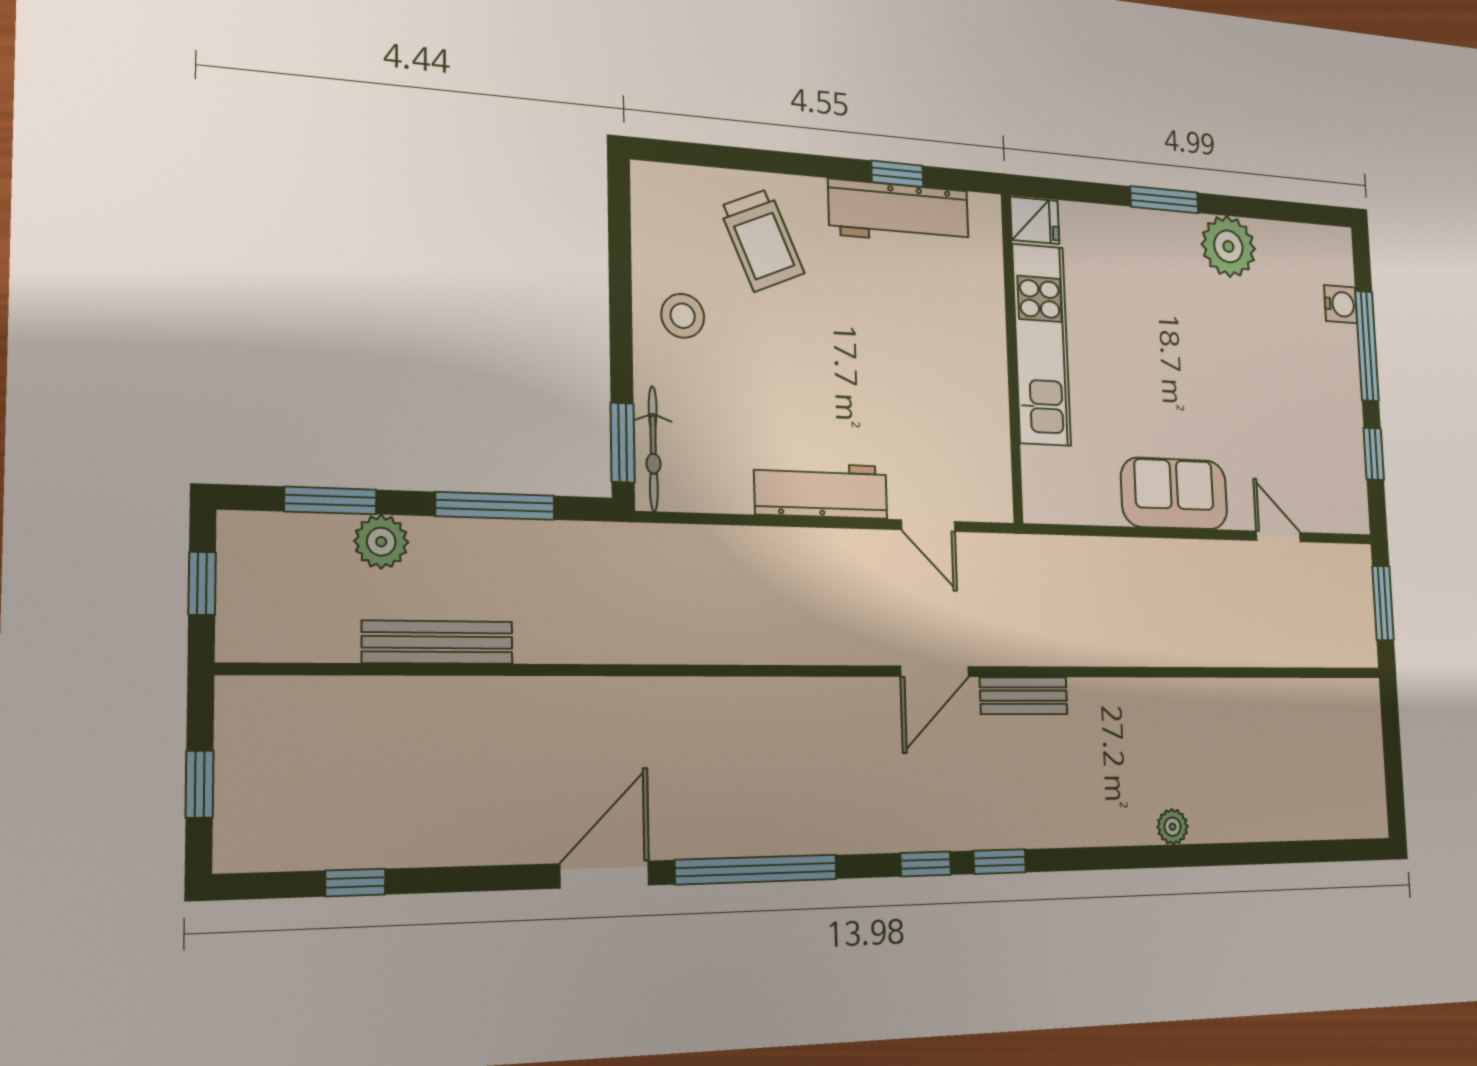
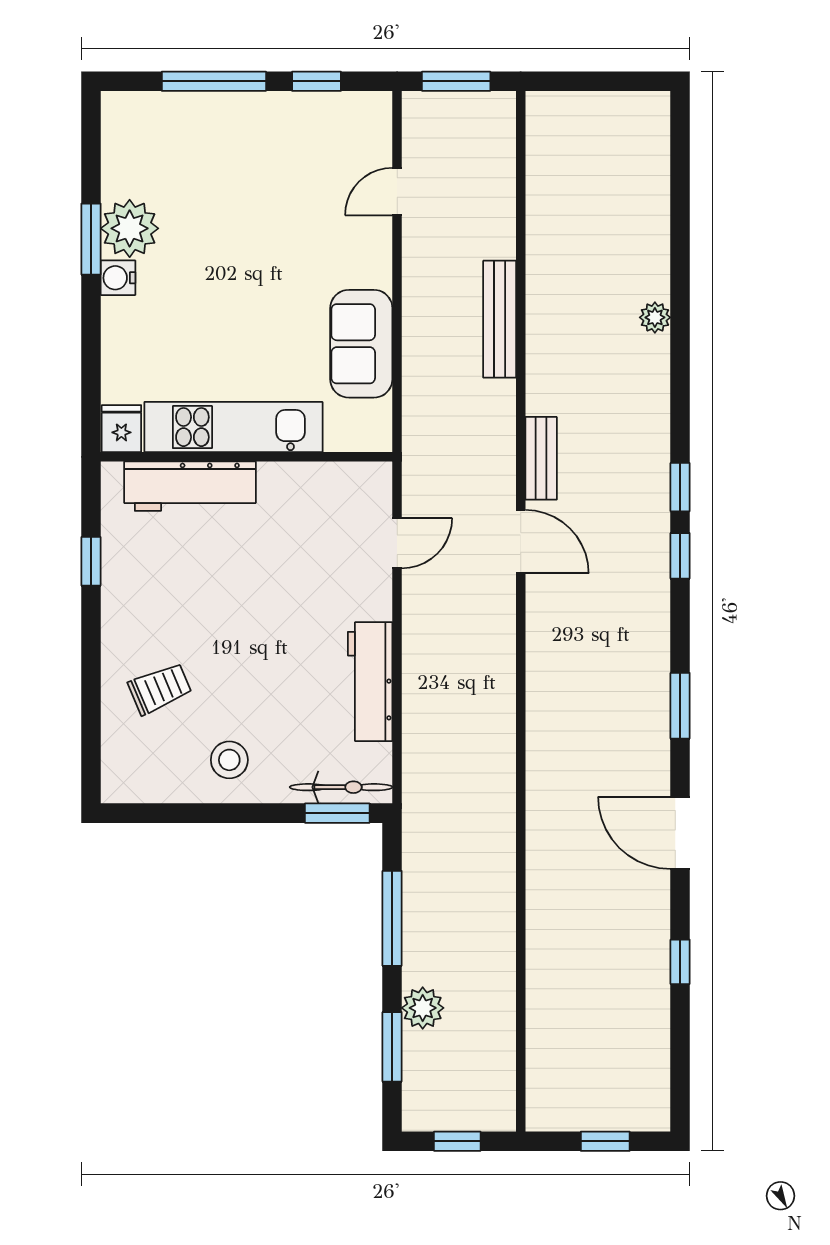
window: (1164, 200) -> (91, 239), moved
workbench: (899, 213) -> (190, 486), moved, turned 90
trolley: (762, 240) -> (160, 689), width x0.73, depth x0.72
water cooler: (1341, 304) -> (118, 278), moved, turned -90
workbench: (821, 490) -> (370, 682), moved
sofa: (1174, 494) -> (361, 344), moved
bench: (438, 642) -> (500, 319), moved
window: (757, 869) -> (680, 706), width x0.47
window: (355, 883) -> (680, 962), moved

